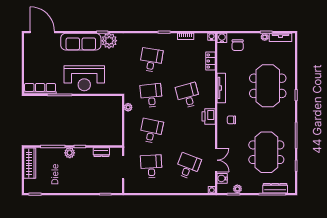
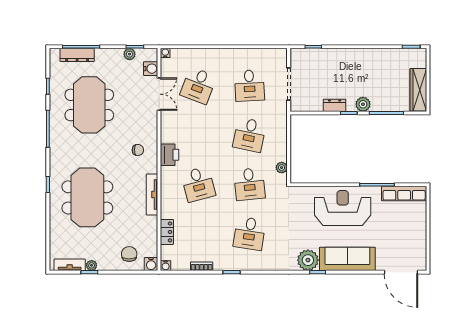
dresser: (101, 152) -> (335, 105), moved
double door: (216, 160) -> (159, 94), swing flipped

